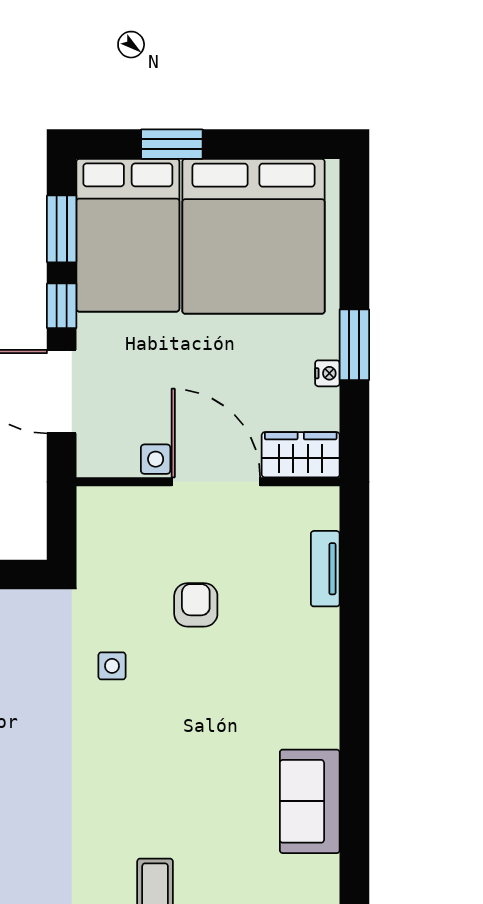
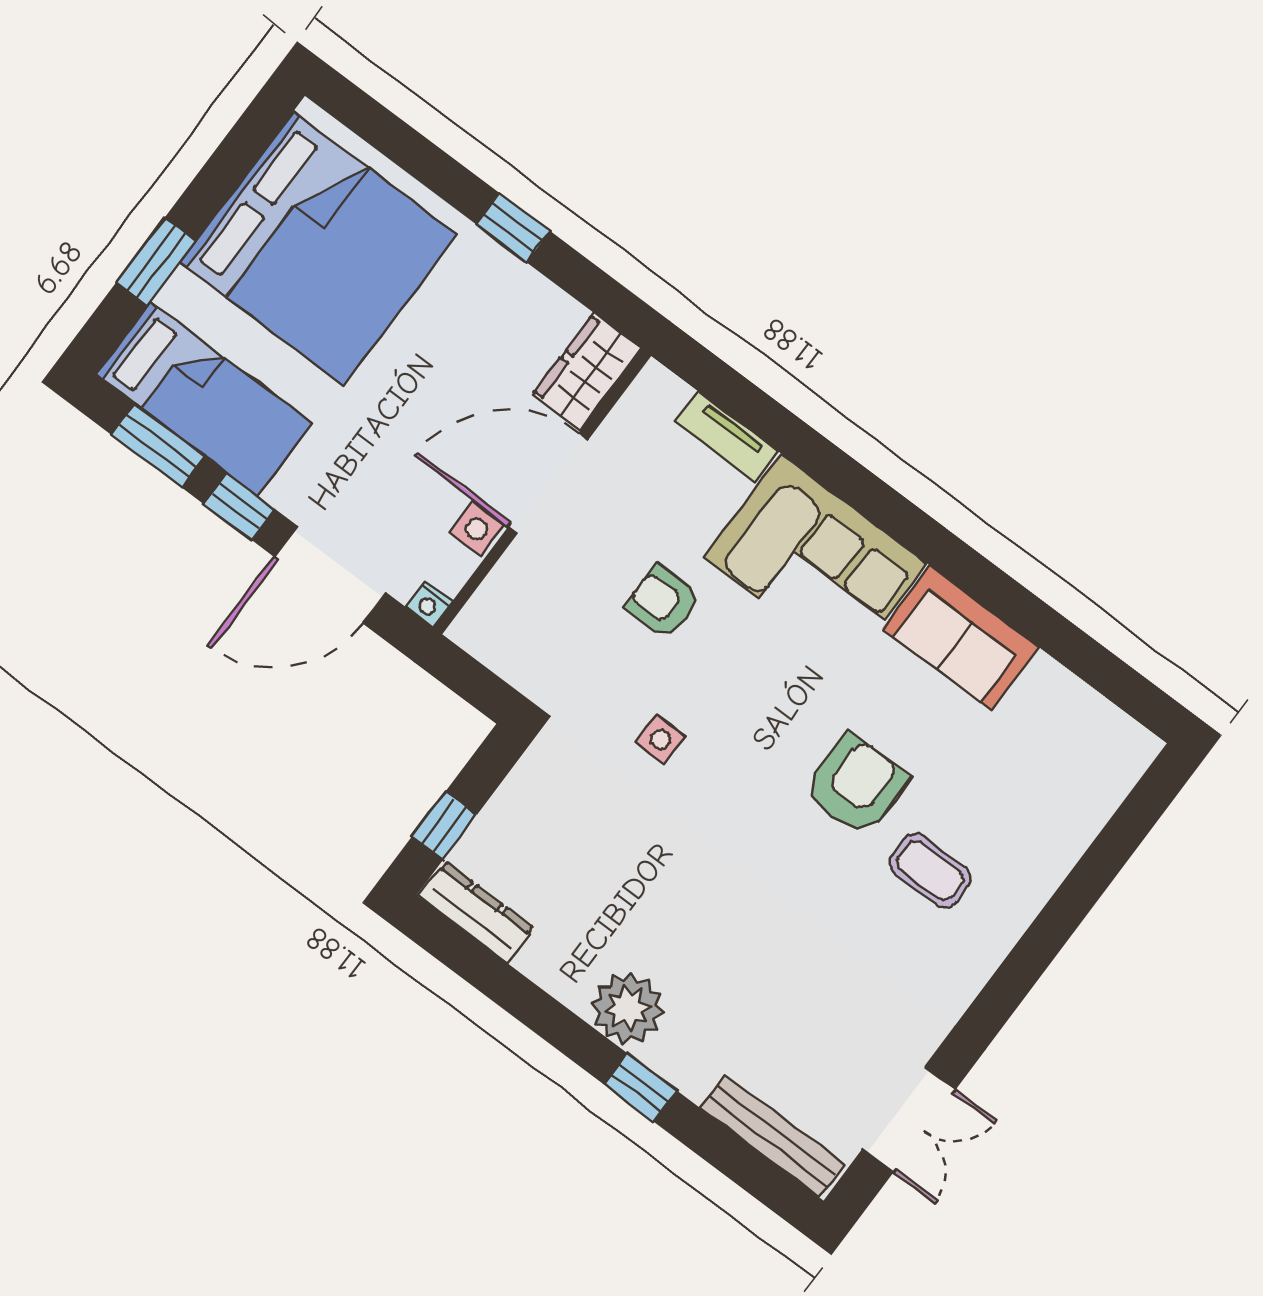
bed: (128, 235) -> (204, 399), width x0.67
window: (354, 345) -> (513, 228), width x0.67
nightstand: (327, 373) -> (429, 604), moved, turned 180
corner sofa: (291, 678) -> (815, 560), added
armchair: (173, 805) -> (856, 785), added

